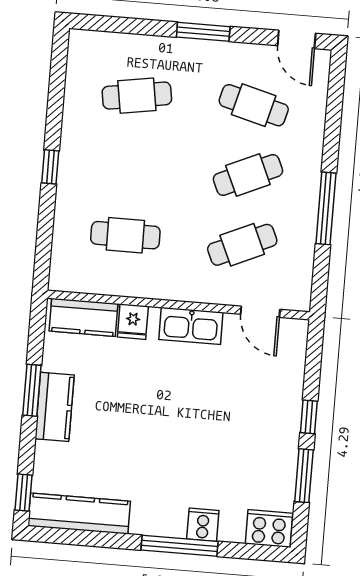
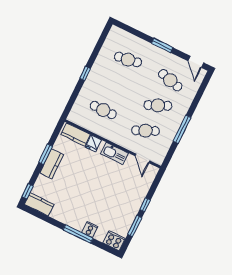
kitchen counter: (79, 514) -> (39, 204), width x0.67

